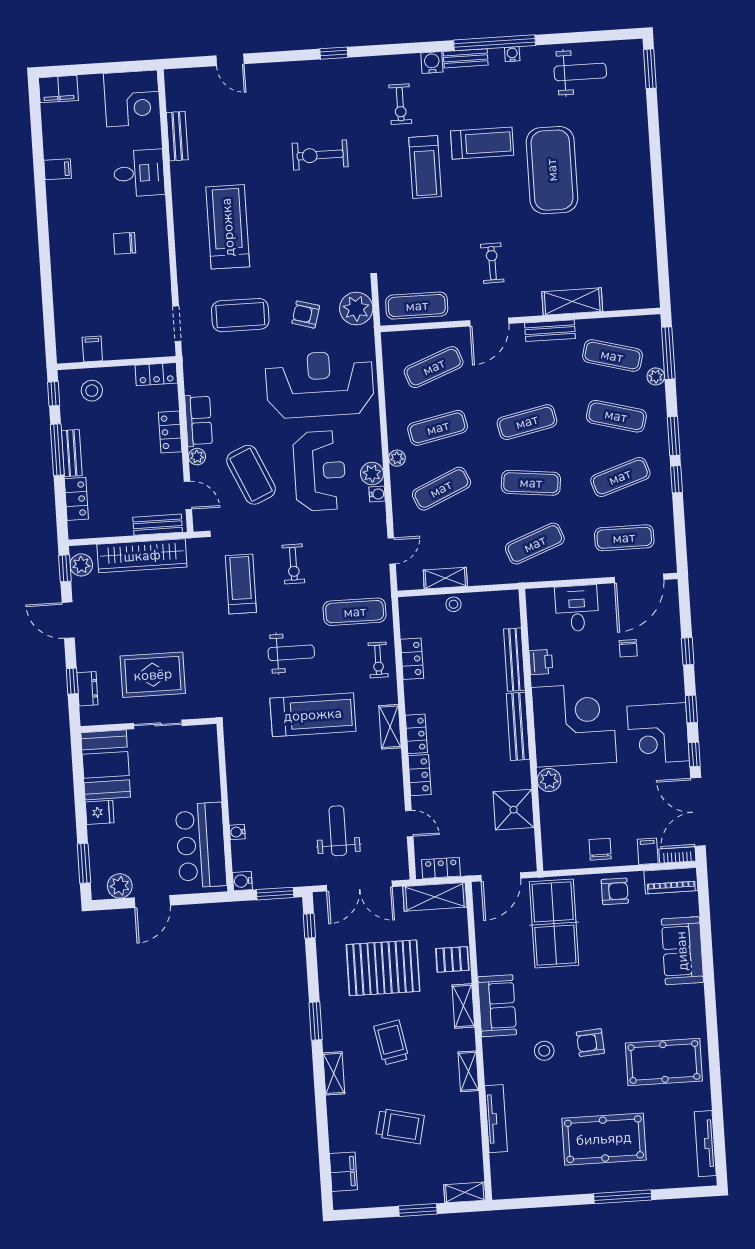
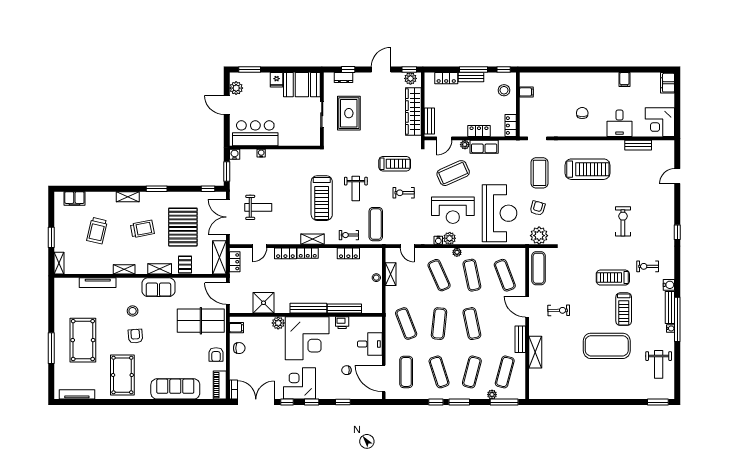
bench: (466, 58) -> (670, 307), width x1.36
filing cabinet: (648, 851) -> (236, 328), moved
sofa: (682, 951) -> (175, 389), width x1.36

